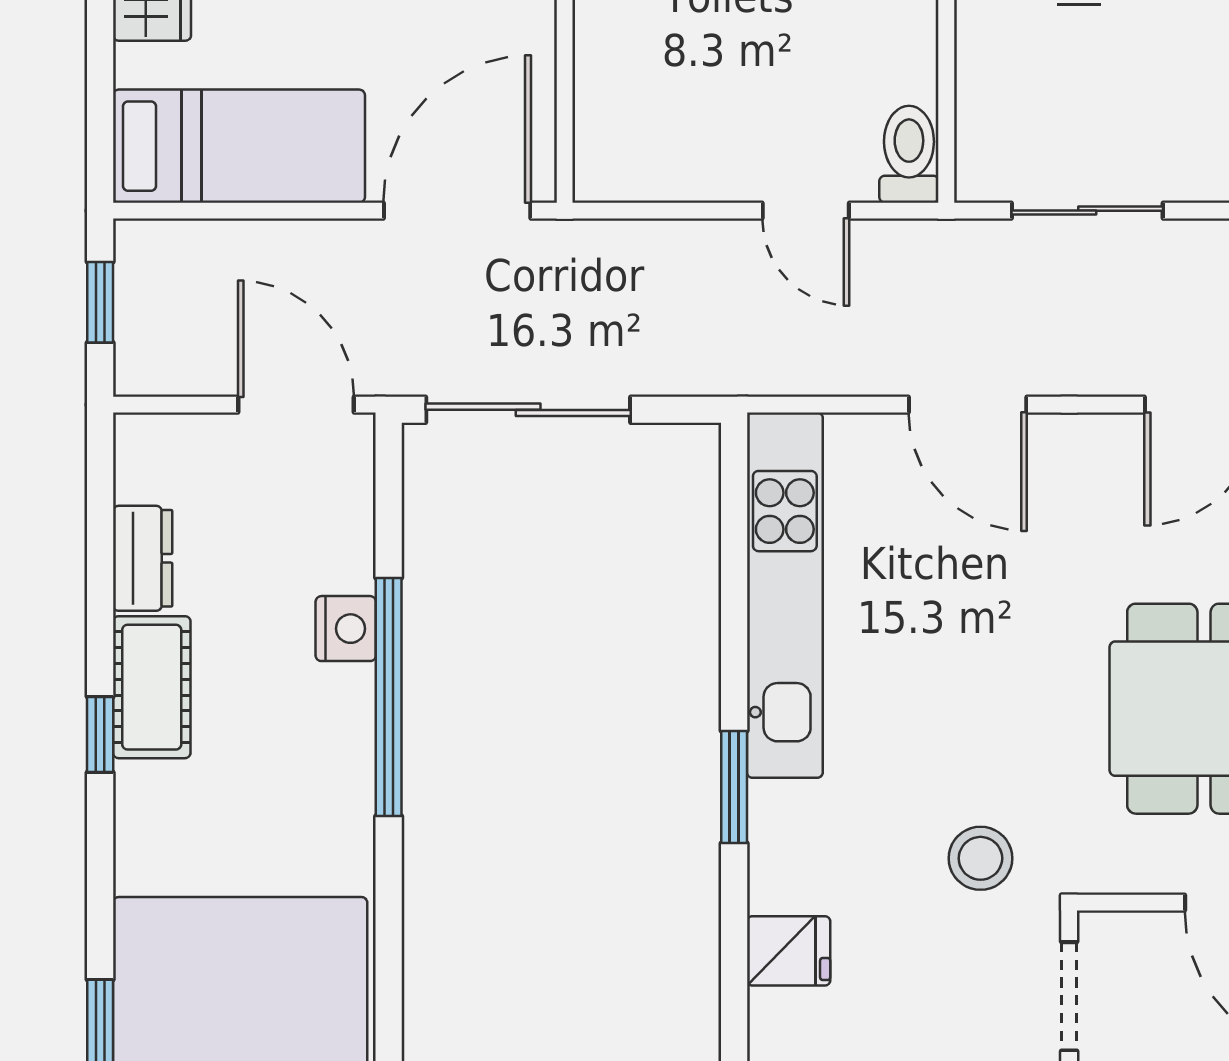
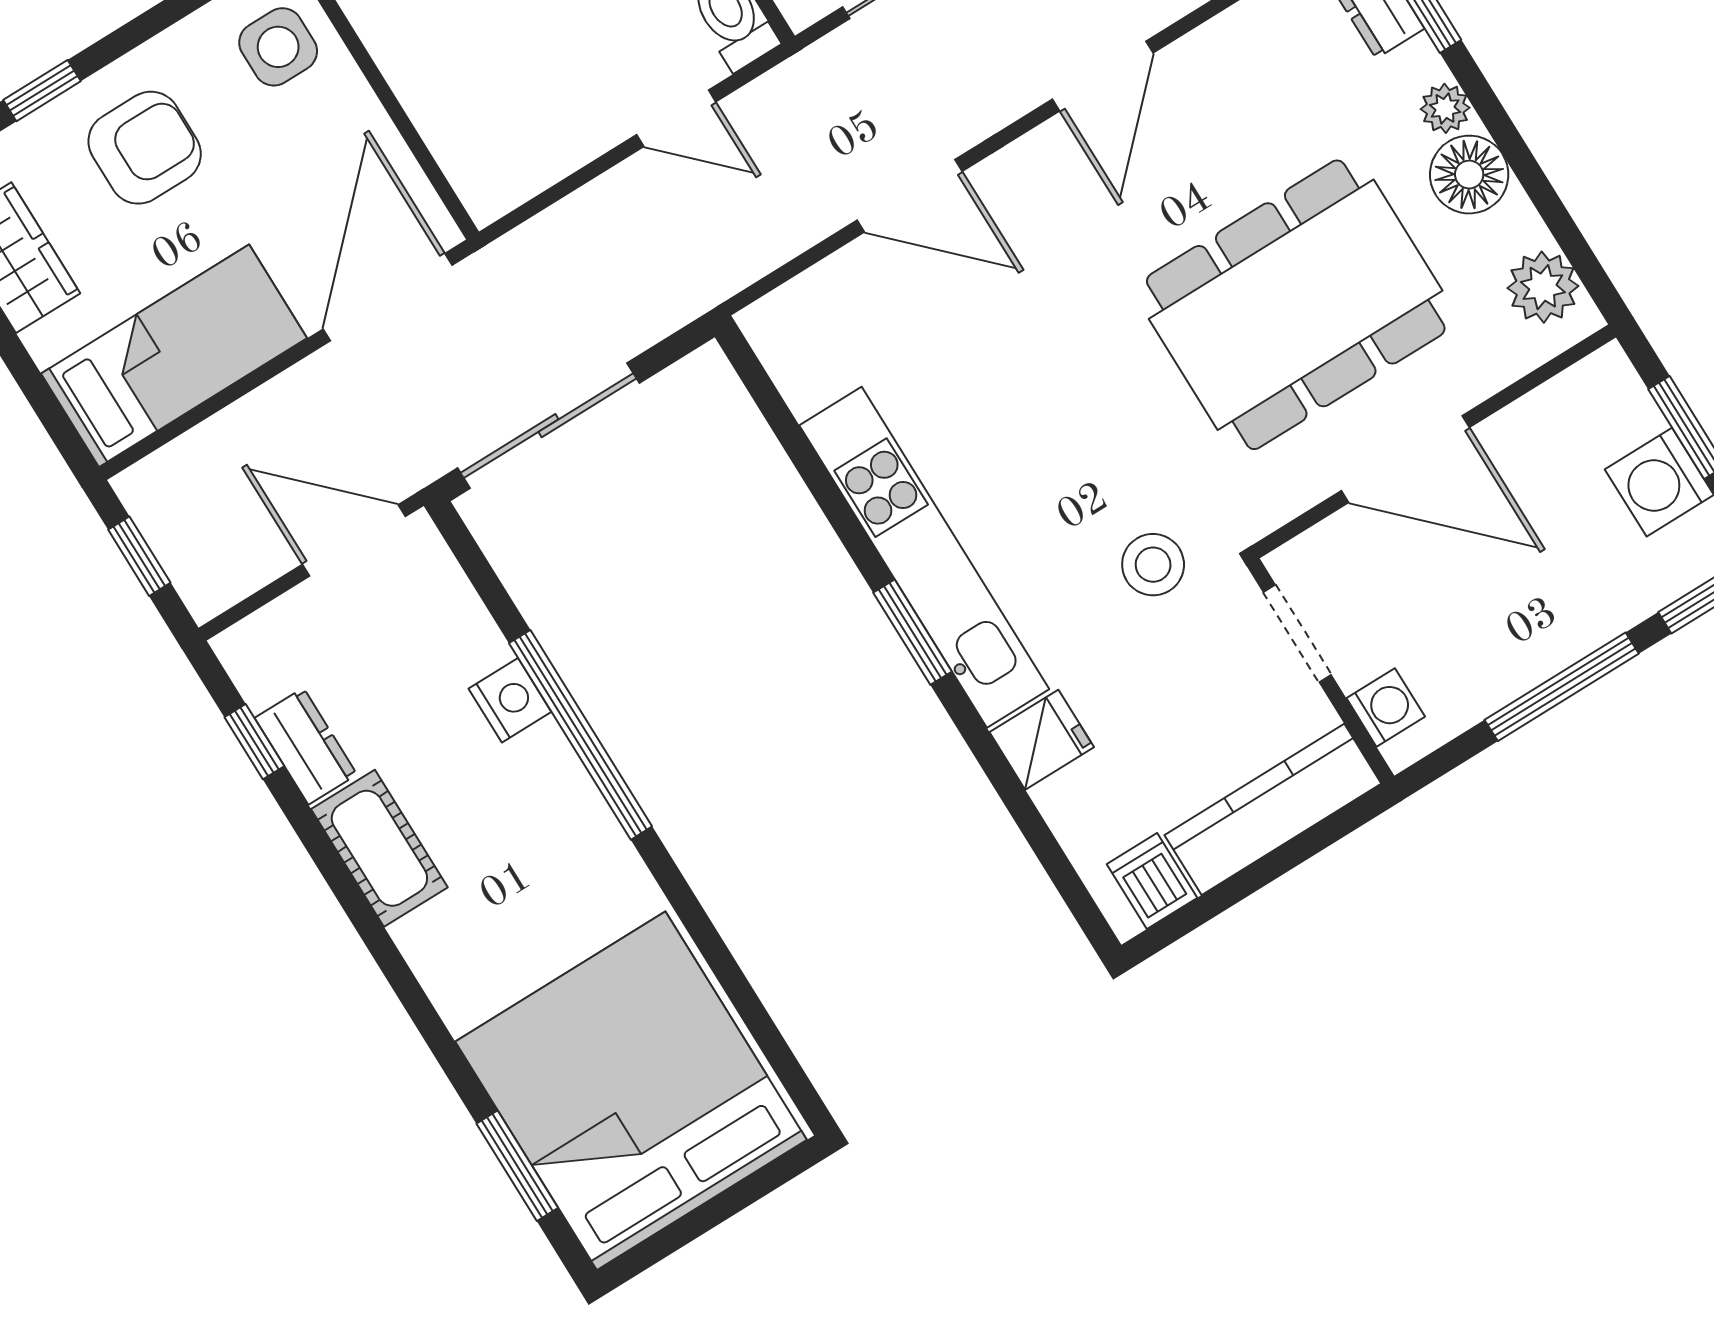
kitchen unit: (785, 595) -> (924, 557), moved
window: (100, 735) -> (254, 742), moved

